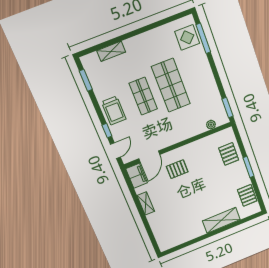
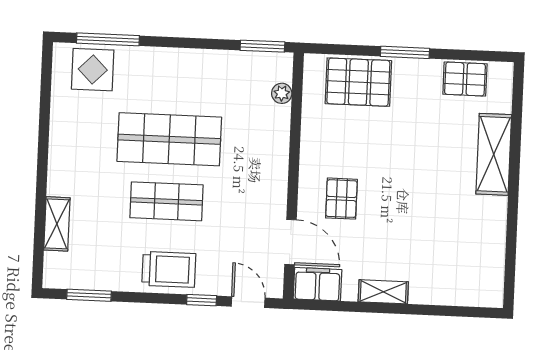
pallet: (229, 154) -> (358, 82), width x1.50, depth x1.42

